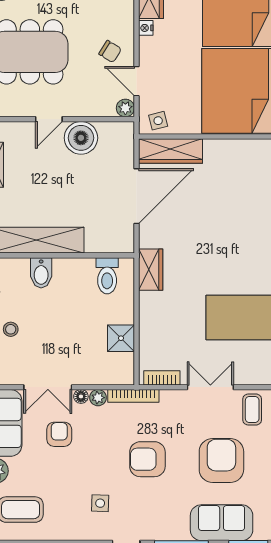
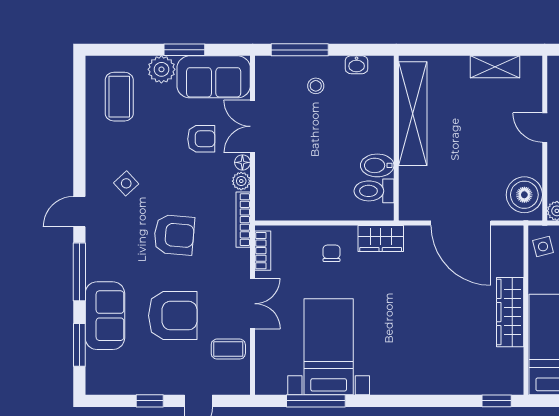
boiler: (81, 138) -> (524, 195), moved
wardrobe: (171, 151) -> (510, 312), moved
bidet: (41, 273) -> (377, 165), moved
chair: (164, 315) -> (332, 253), added
shower: (121, 338) -> (306, 206), removed
armchair: (147, 459) -> (174, 235), turned 95
side table: (100, 503) -> (126, 183), turned 45

